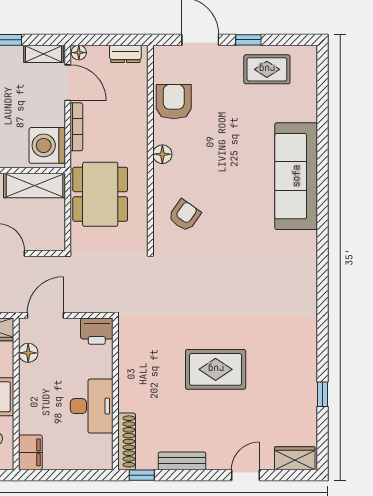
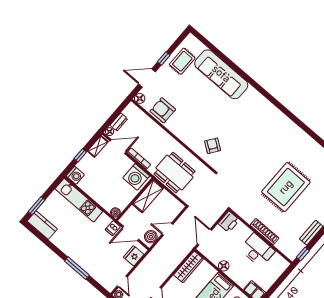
dresser: (125, 54) -> (119, 122), moved
floor lamp: (162, 154) -> (140, 98), moved
sofa: (296, 176) -> (221, 74), moved
floor lamp: (28, 353) -> (224, 266), moved
rug: (216, 369) -> (286, 187), width x1.37, depth x1.44
shoe rack: (127, 441) -> (265, 232), moved

